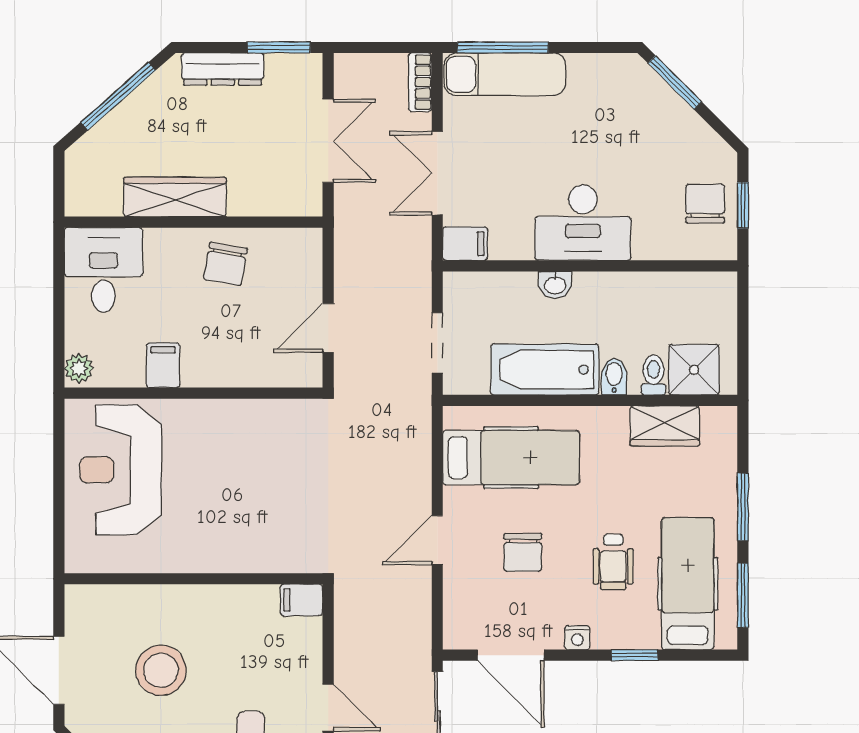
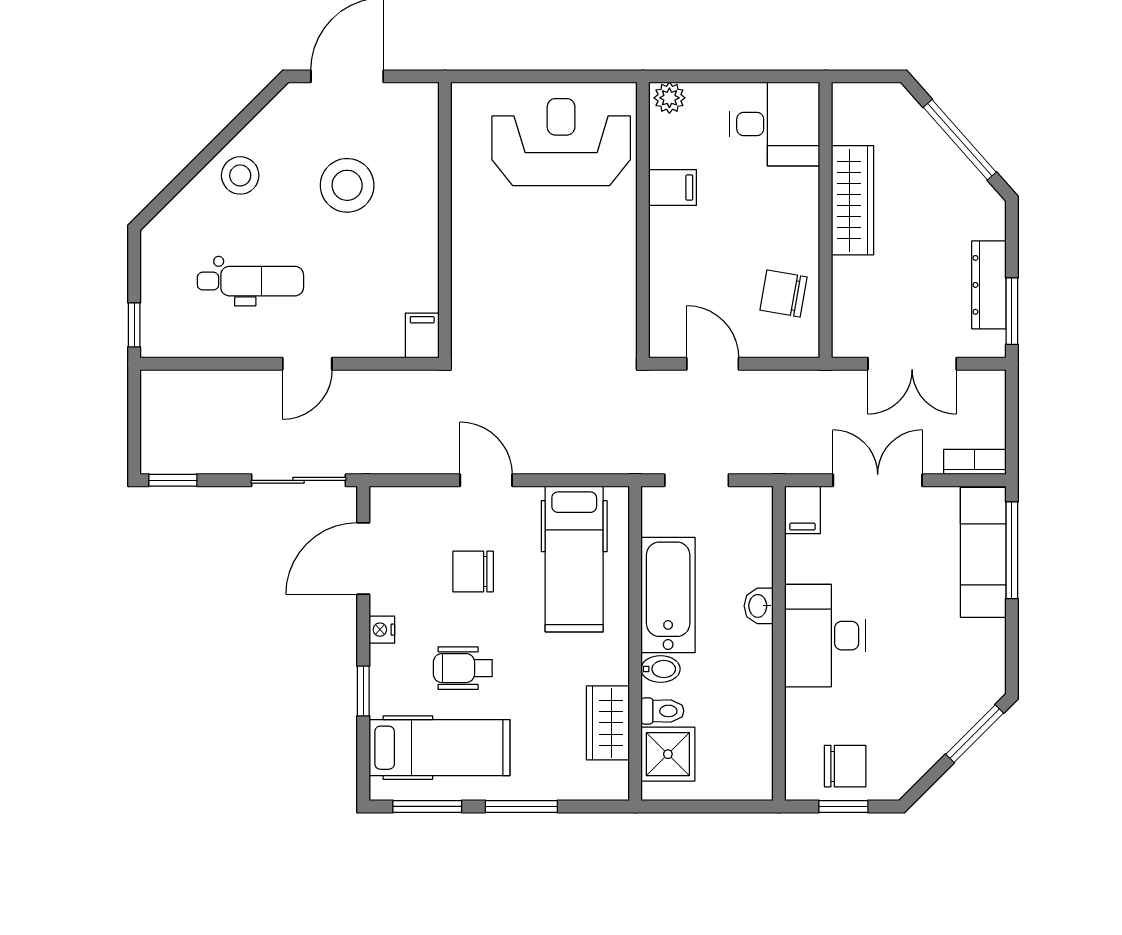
dresser: (223, 69) -> (989, 285), moved
chair: (225, 264) -> (784, 293), moved

